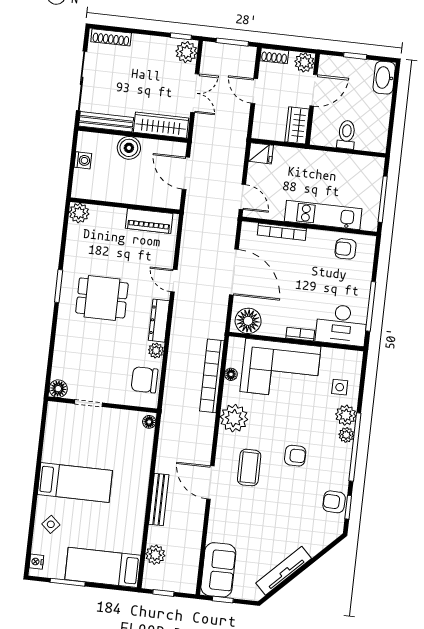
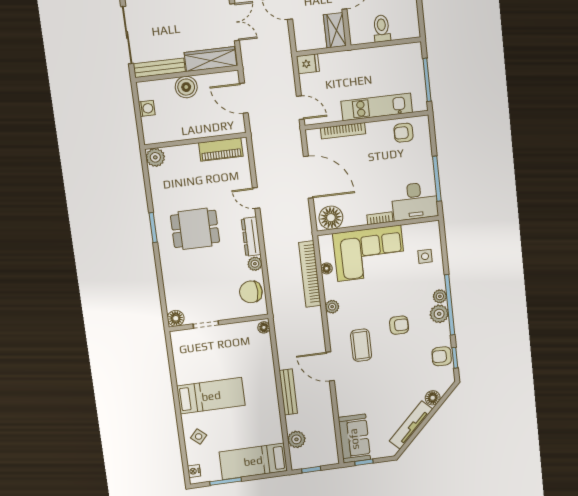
plant: (346, 415) -> (439, 314), moved
plant: (234, 418) -> (332, 307), width x0.53, depth x0.53
floor lamp: (314, 546) -> (433, 398), added

